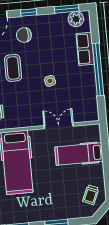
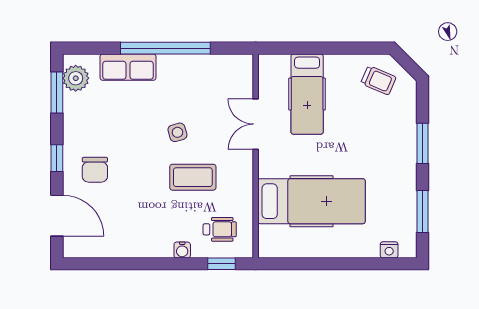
coffee table: (13, 68) -> (193, 177), moved

